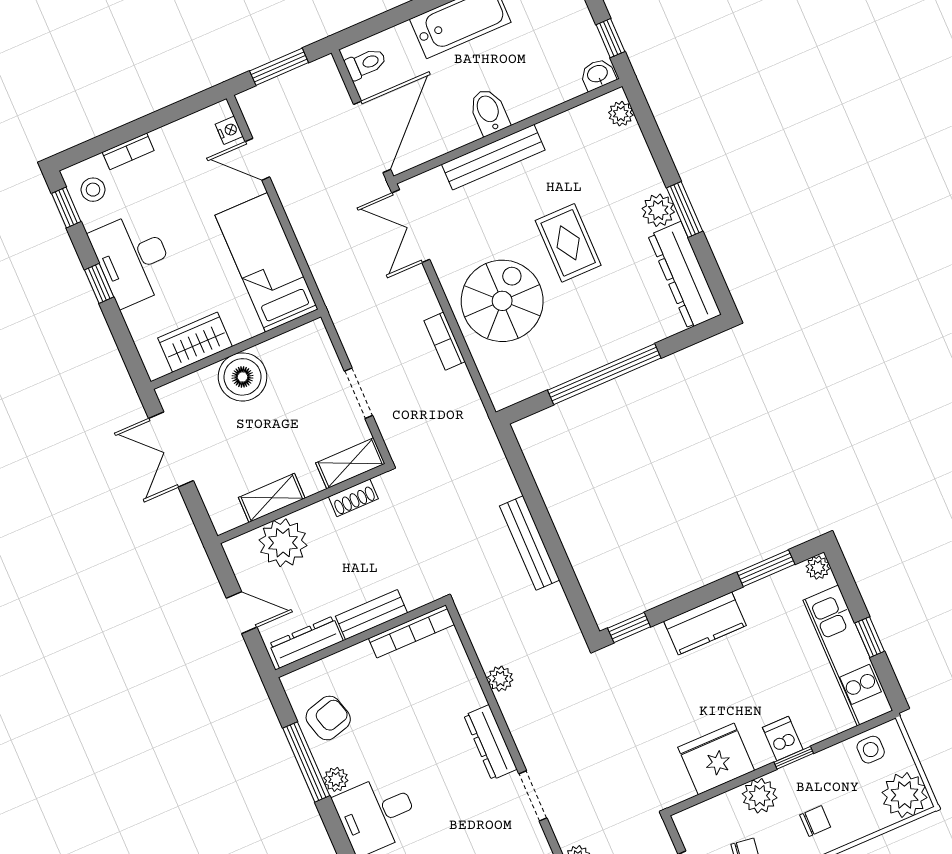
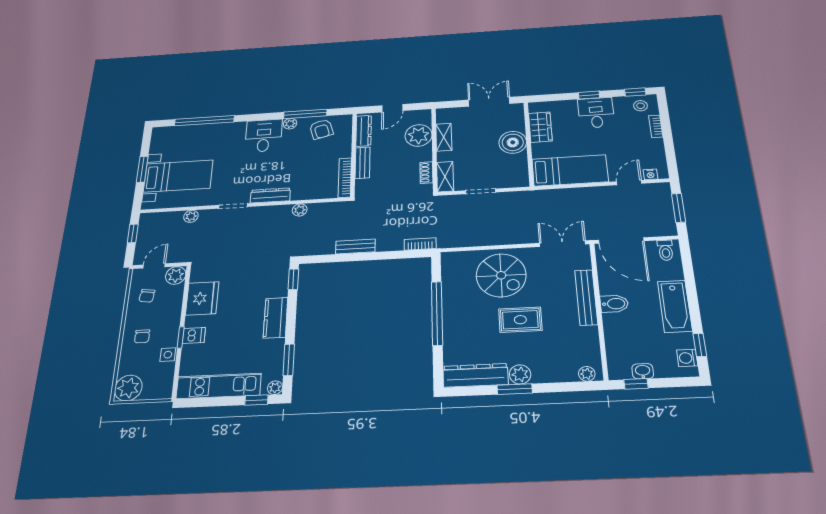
washbasin: (598, 74) -> (643, 371), moved, turned -90
desk: (133, 259) -> (596, 113), width x0.73
bookcase: (445, 341) -> (420, 244), moved
bench: (530, 543) -> (355, 246), width x0.73
window: (870, 637) -> (256, 400), moved
side table: (871, 750) -> (168, 355), moved
plant: (760, 796) -> (176, 275), moved

